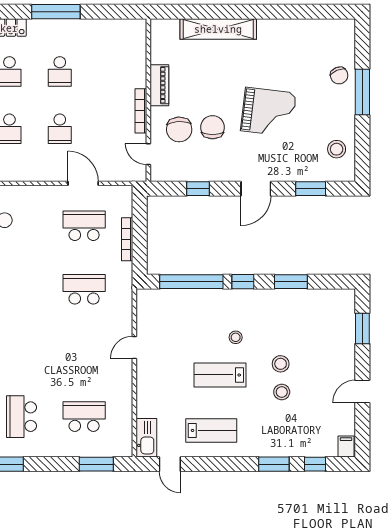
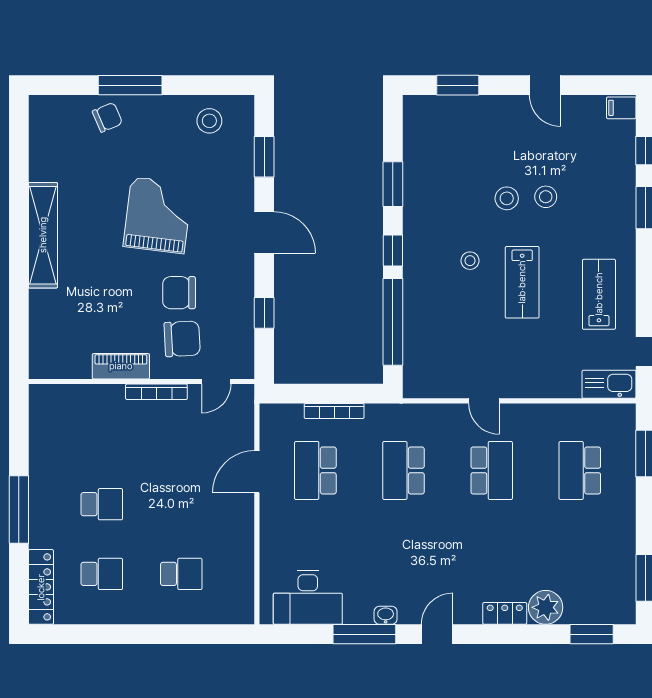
shelving: (218, 29) -> (43, 235), moved
school desk: (60, 129) -> (181, 504), removed
school desk: (21, 417) -> (492, 470), moved, turned -90

